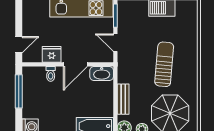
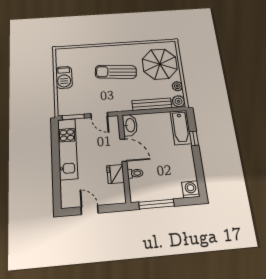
door: (115, 43) -> (99, 115), hinge flipped
door: (19, 45) -> (90, 210), moved
bench: (123, 99) -> (152, 104), width x1.36

